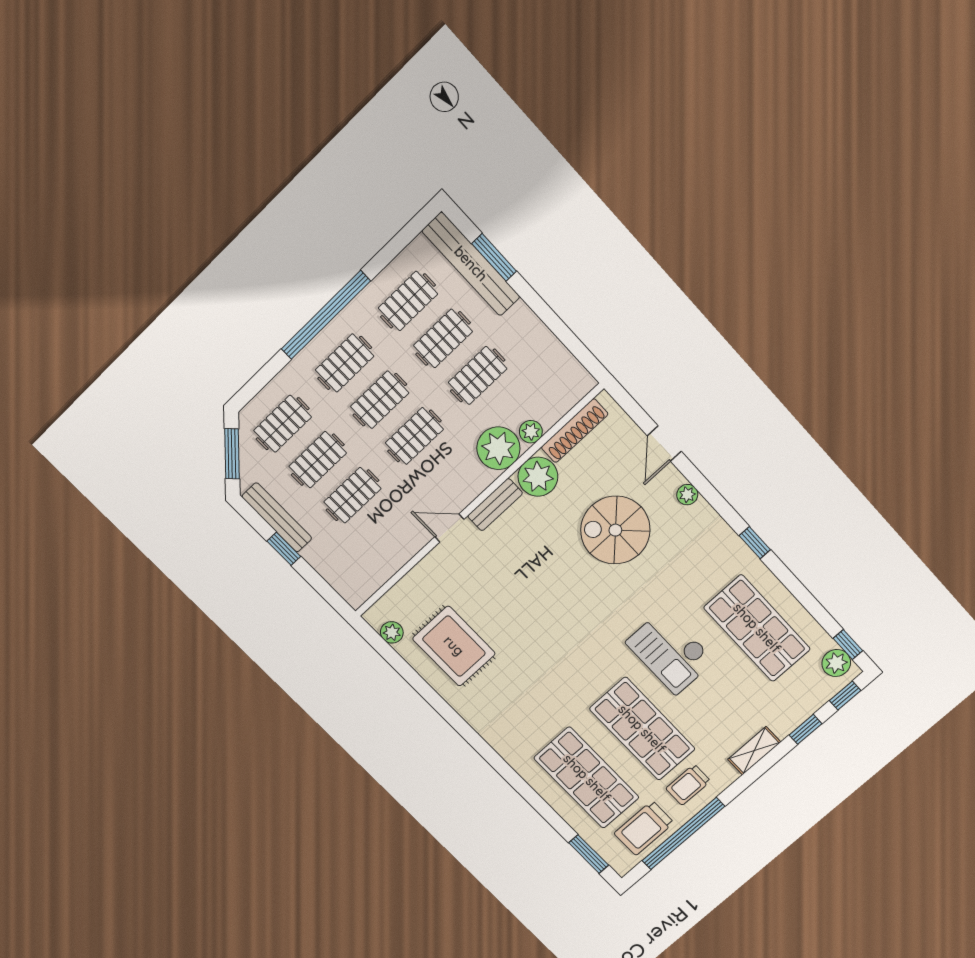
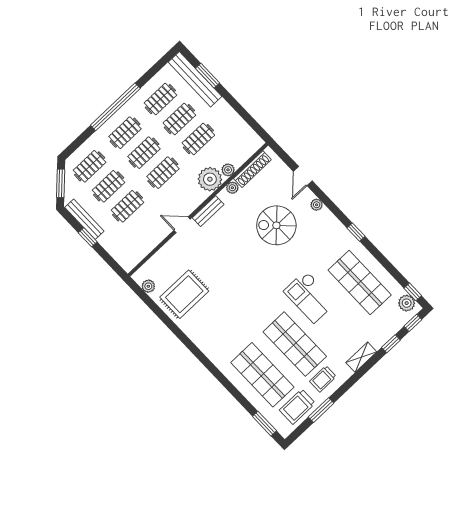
plant: (538, 477) -> (232, 188), width x0.53, depth x0.53
rug: (454, 646) -> (184, 294), turned 90
window: (683, 834) -> (321, 410), width x0.47

